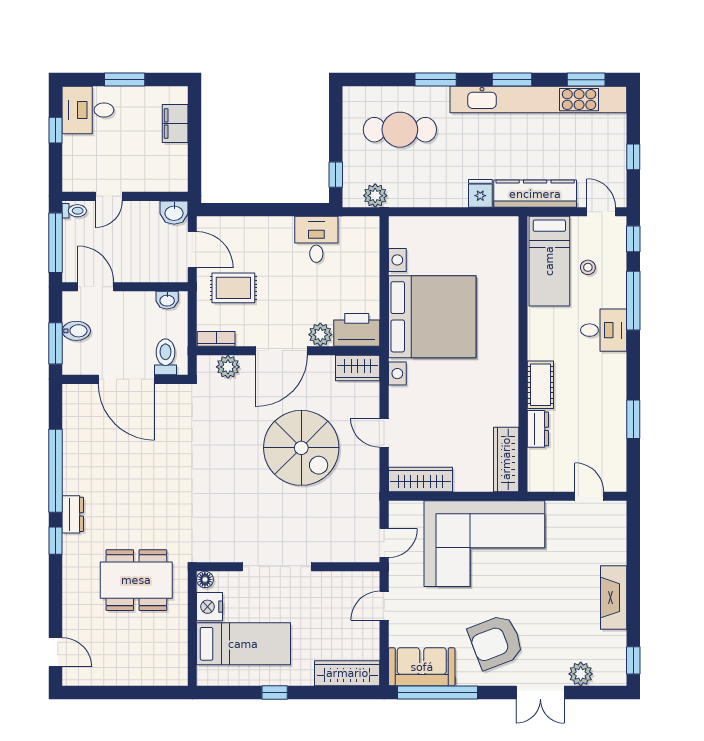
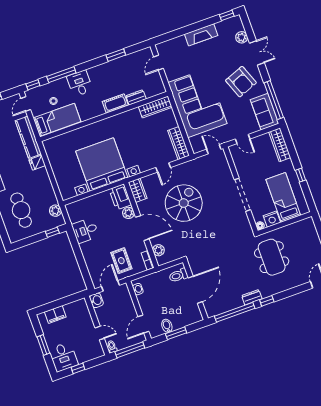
toilet: (165, 357) -> (178, 275), moved
wall: (125, 379) -> (195, 290), moved
door: (126, 379) -> (195, 290), moved

